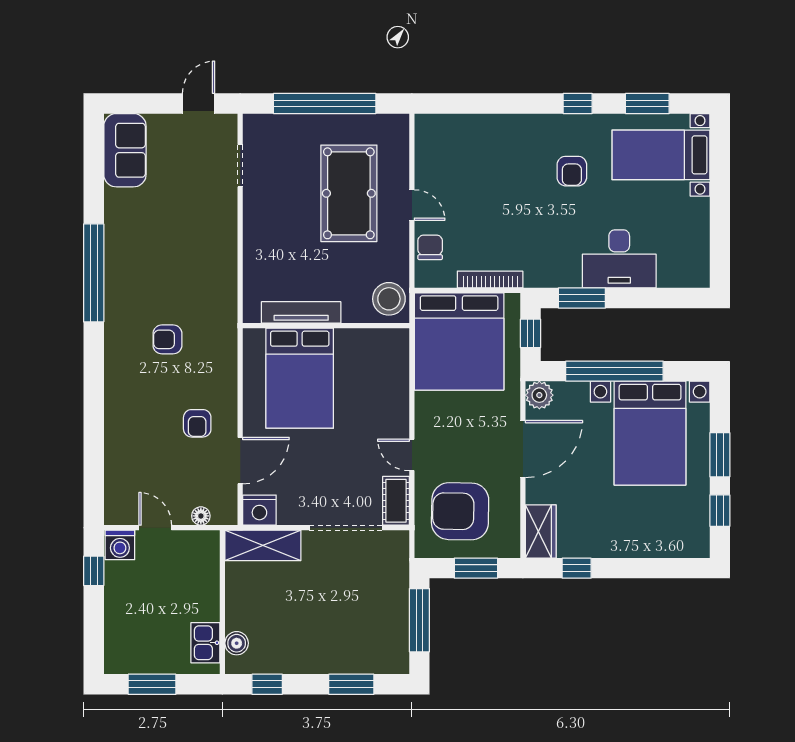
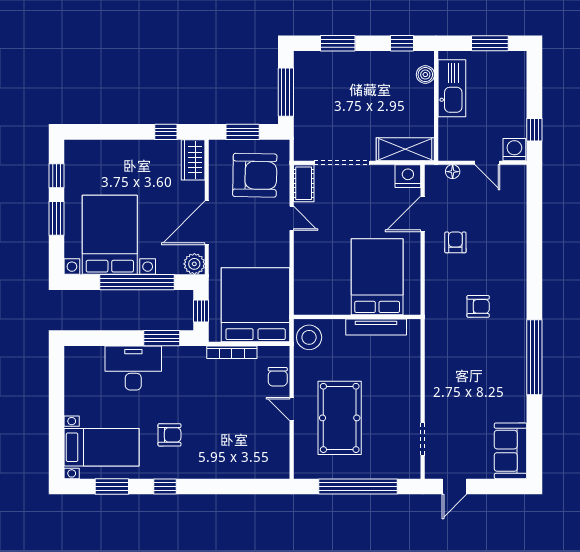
armchair: (572, 171) -> (169, 435), turned 90
kitchen sink: (205, 643) -> (452, 88), width x1.88, depth x1.24

